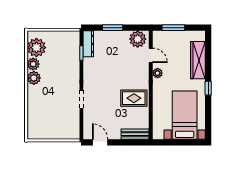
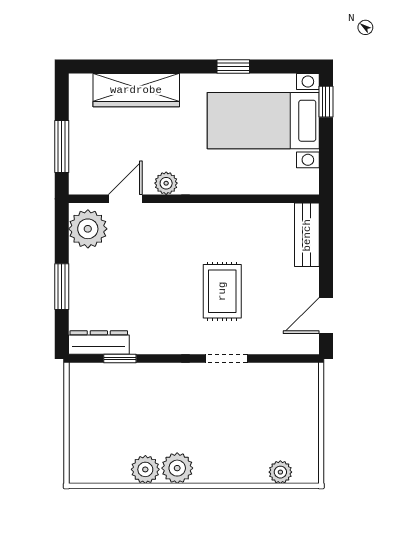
plant: (36, 48) -> (280, 472), moved, width x0.53, depth x0.53
window: (208, 88) -> (233, 67), moved
rug: (134, 98) -> (222, 291), moved
window: (193, 142) -> (326, 102), added

